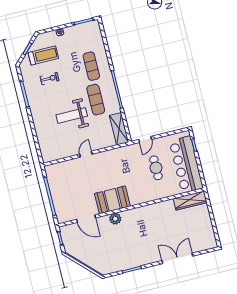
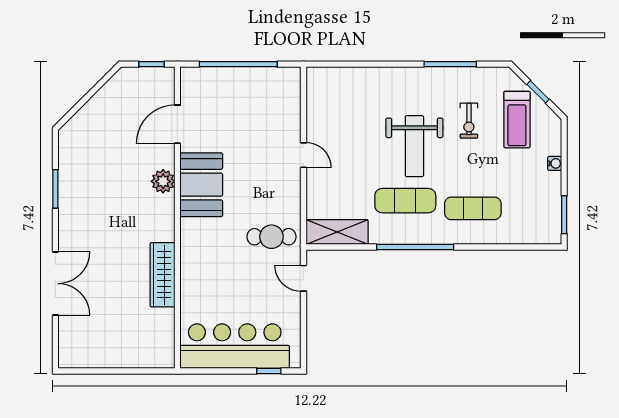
weight bench: (72, 115) -> (414, 146), moved, turned 180
cafe table: (156, 168) -> (271, 237), moved
wardrobe: (190, 201) -> (162, 275), moved

